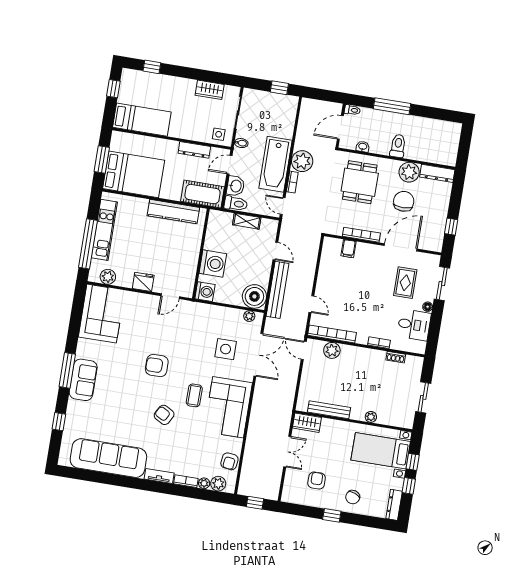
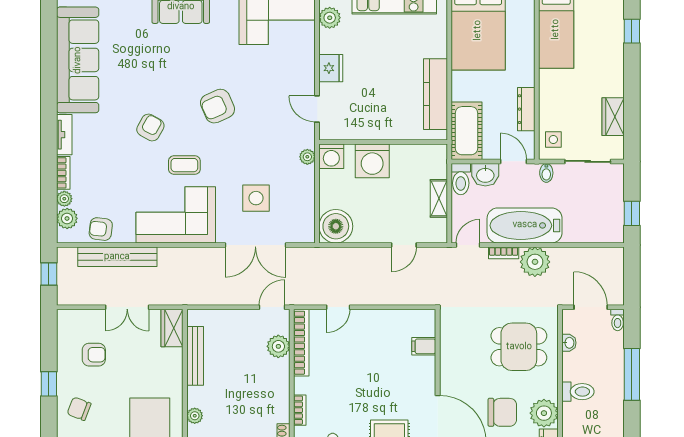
bookcase: (361, 235) -> (446, 361), removed
bench: (277, 290) -> (117, 257), moved
plant: (249, 316) -> (307, 157), moved
armchair: (157, 365) -> (217, 106), turned -114

